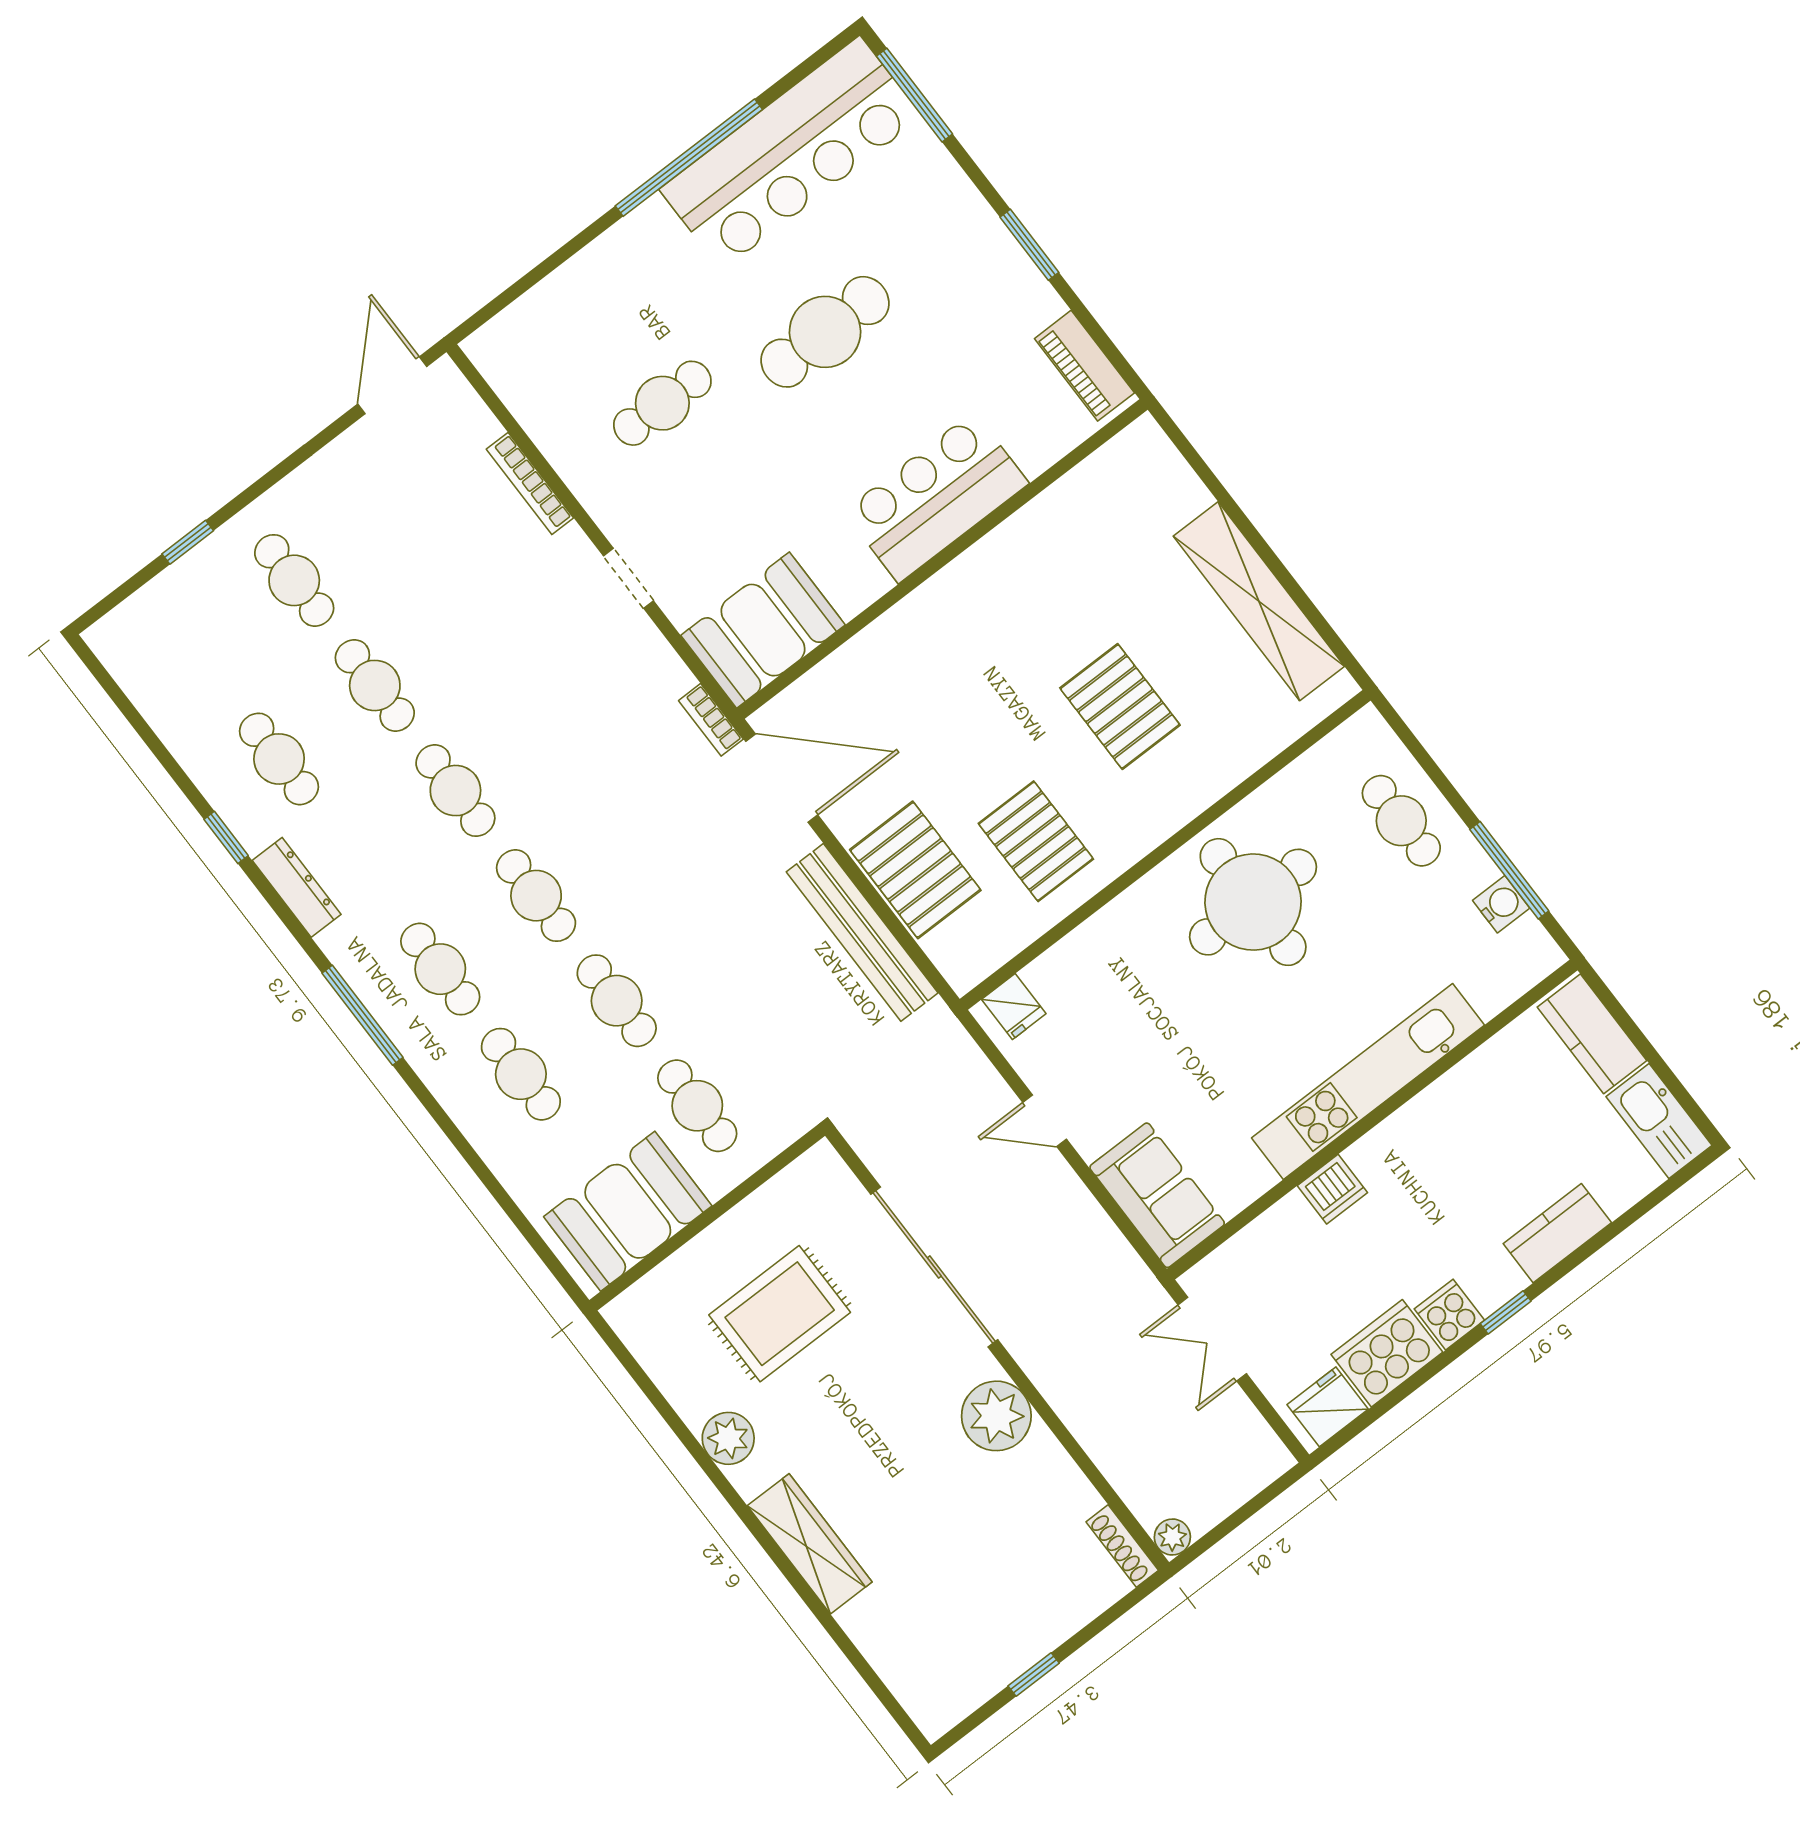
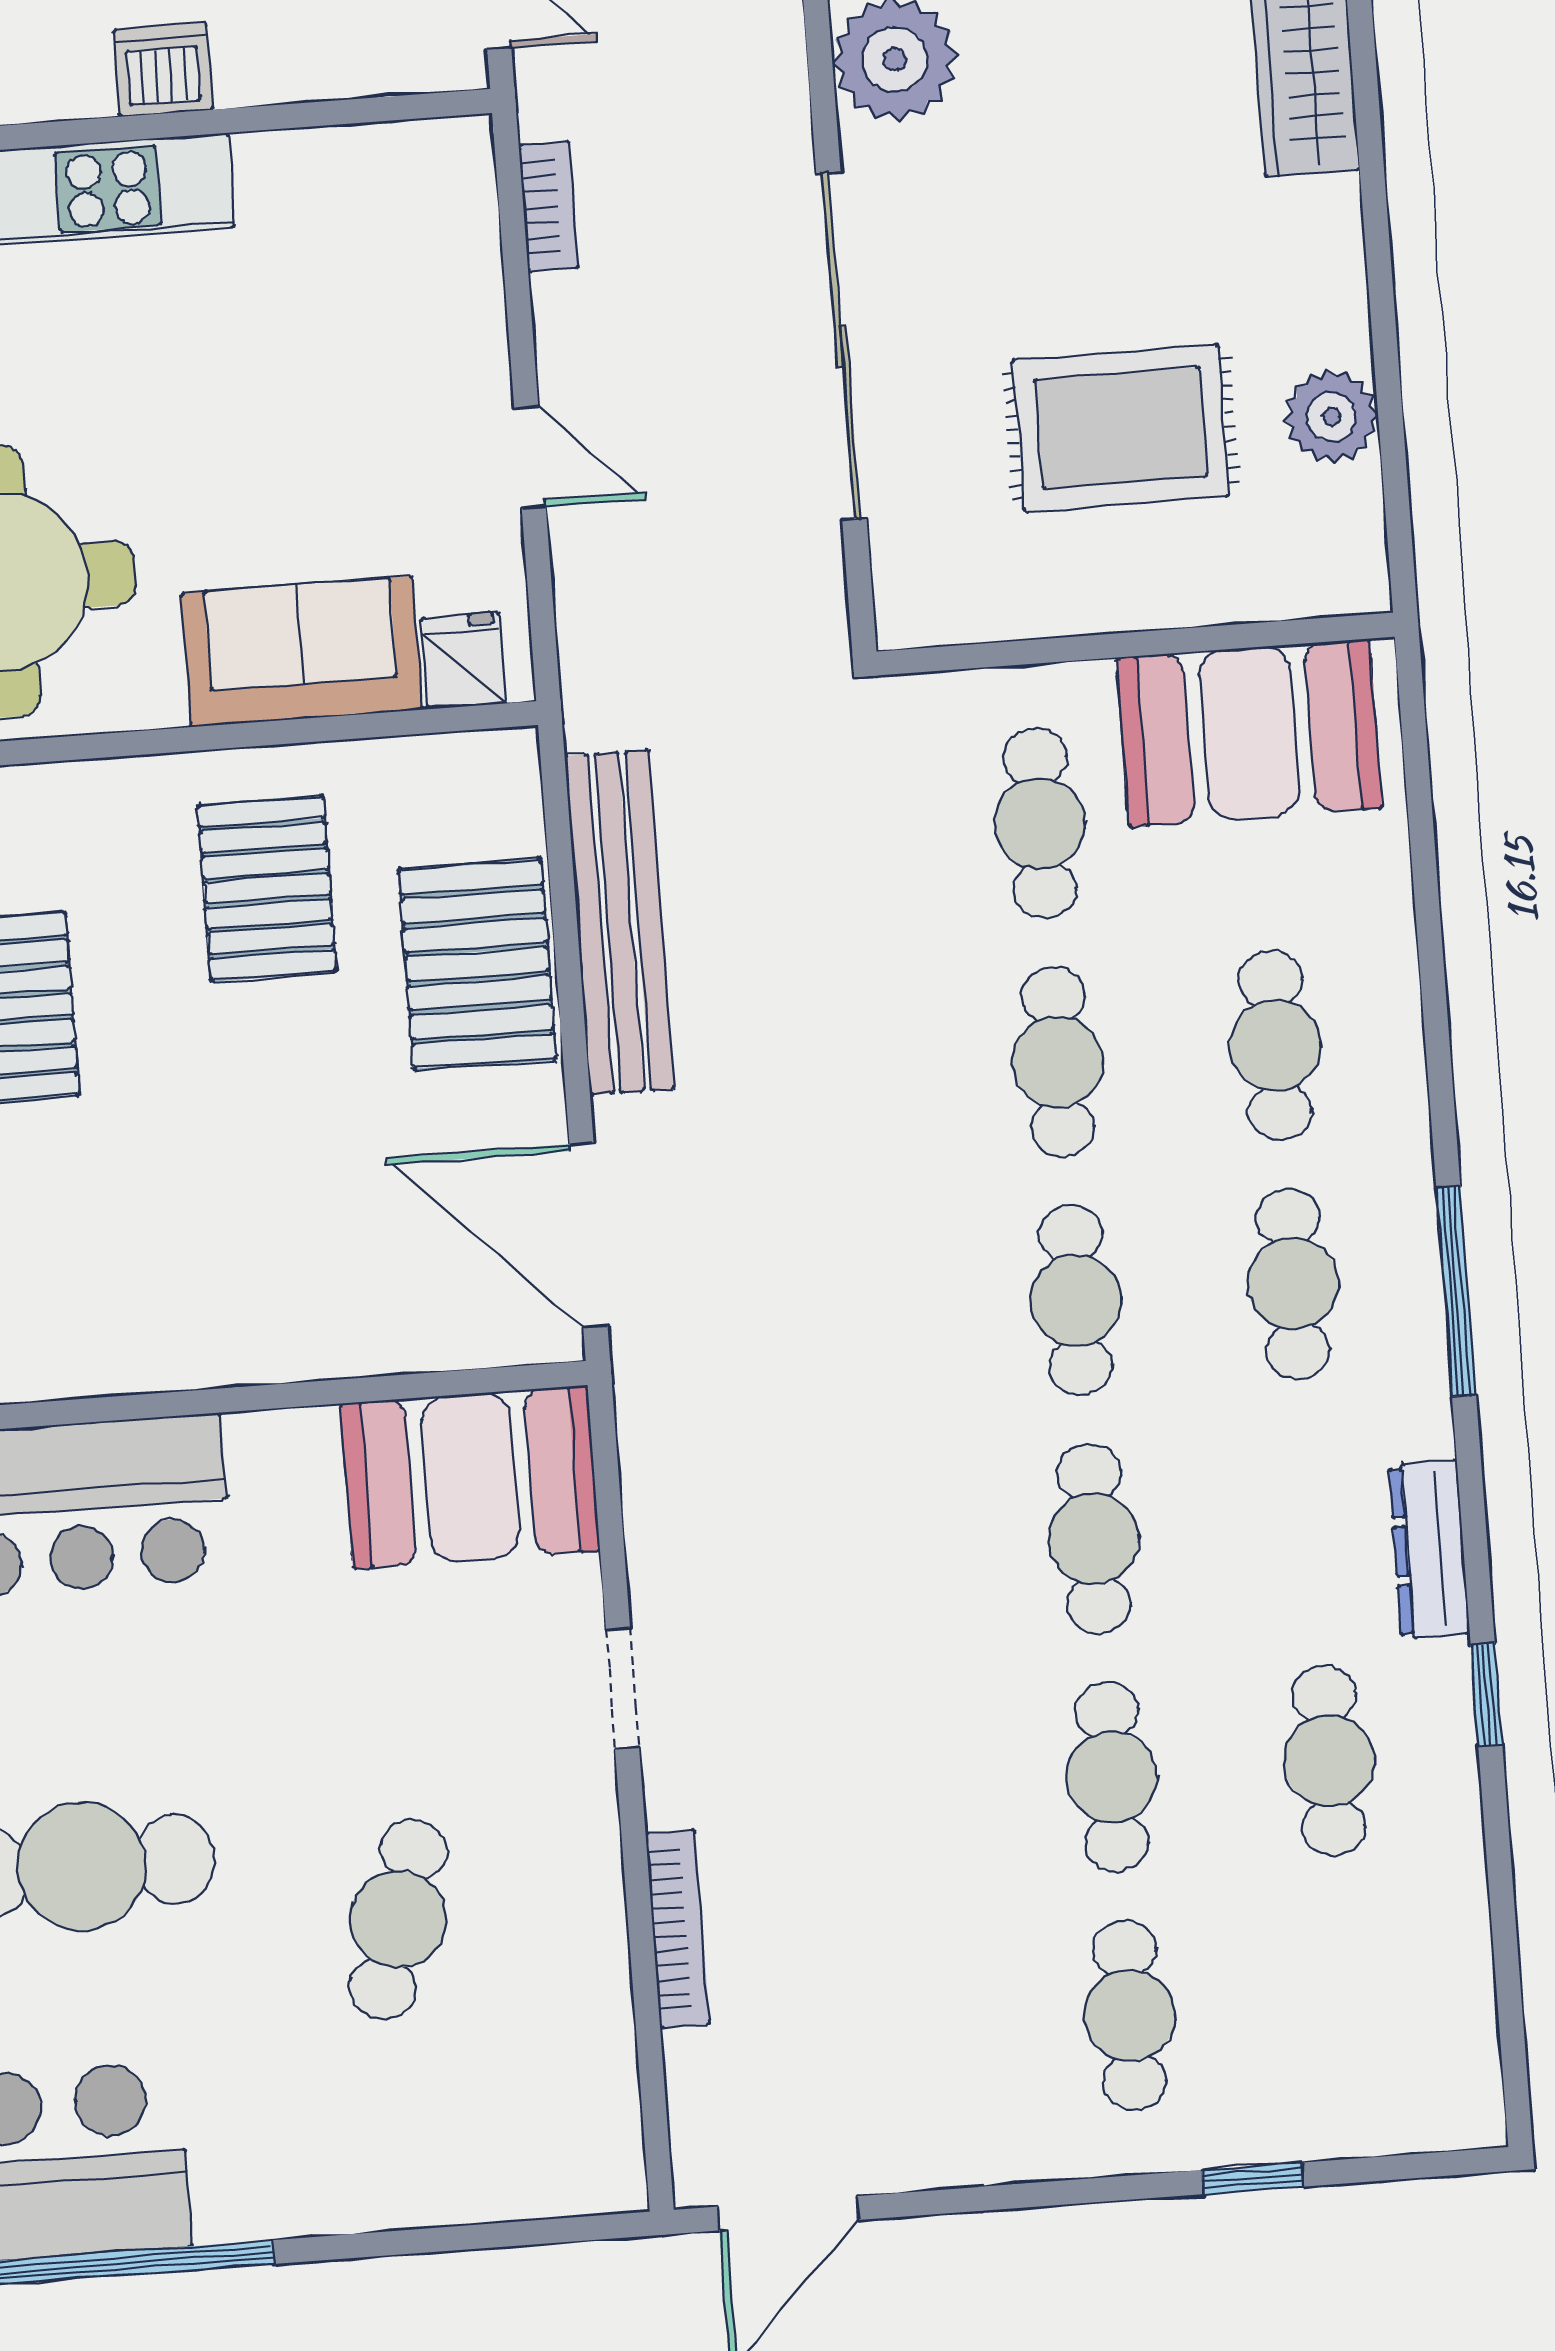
cafe table: (662, 403) -> (398, 1919), turned -73
bookcase: (711, 720) -> (549, 206), moved
sofa: (1157, 1195) -> (302, 651), moved, turned 90
plant: (728, 1438) -> (1331, 417), moved

